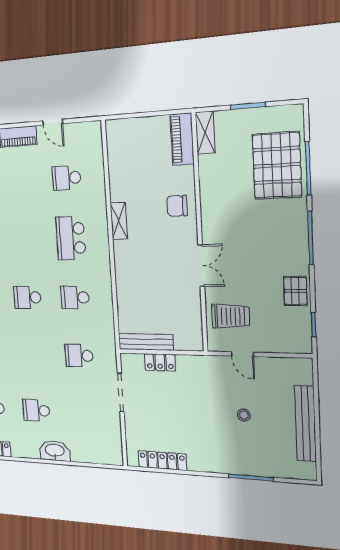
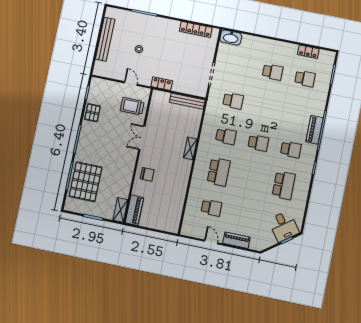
shelving: (119, 221) -> (190, 148), moved
locker: (160, 362) -> (162, 84), moved
washbasin: (55, 451) -> (231, 38), moved

